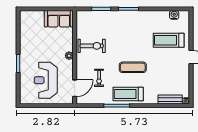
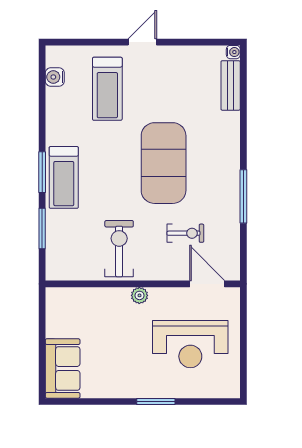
sofa: (59, 19) -> (63, 368), moved
exercise mat: (133, 67) -> (164, 163), width x2.00, depth x1.45
treadmill: (128, 94) -> (64, 177), moved

